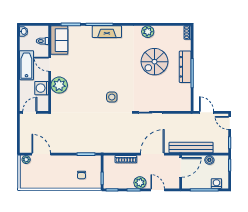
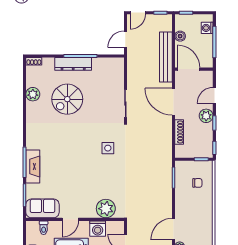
fireplace: (107, 32) -> (33, 166), moved
plant: (148, 32) -> (33, 94), moved
spiral stairs: (154, 62) -> (67, 99), turned 90
plant: (59, 85) -> (106, 209), moved

